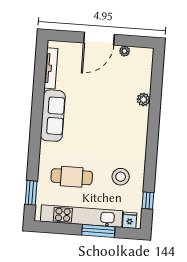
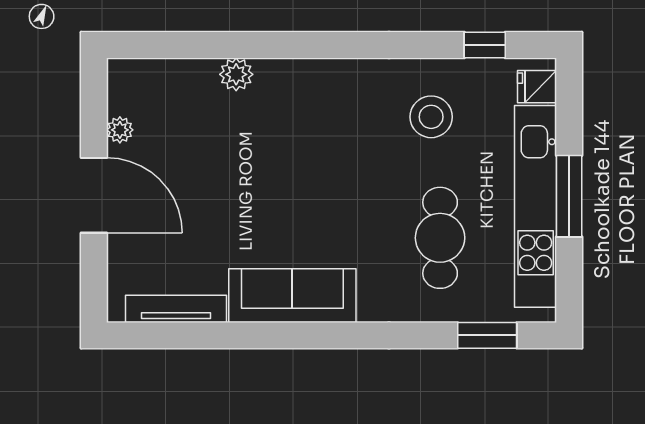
window: (98, 231) -> (569, 196), moved

